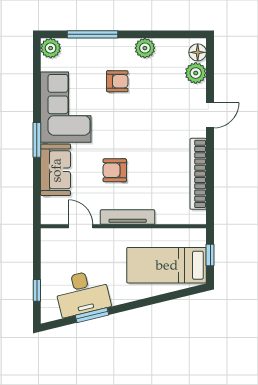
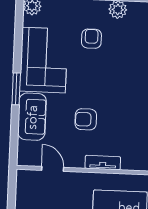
armchair: (117, 81) -> (91, 39), turned -90
tv unit: (128, 217) -> (103, 163), width x0.71

